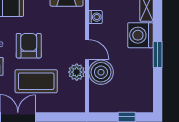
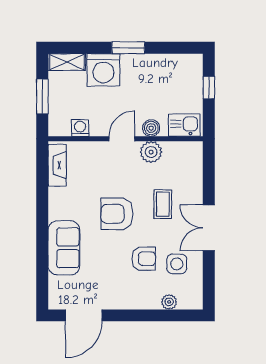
boiler: (101, 72) -> (151, 128), width x0.54, depth x0.54
coffee table: (36, 81) -> (163, 204), width x0.54, depth x0.58
kitchen sink: (98, 98) -> (184, 125), added

